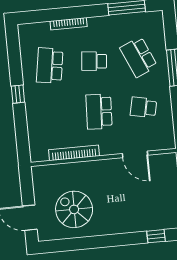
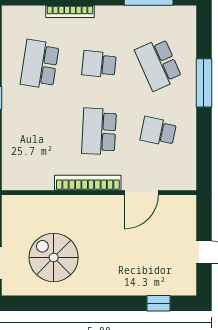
bookcase: (74, 153) -> (88, 183), moved
door: (135, 154) -> (141, 193), hinge flipped

